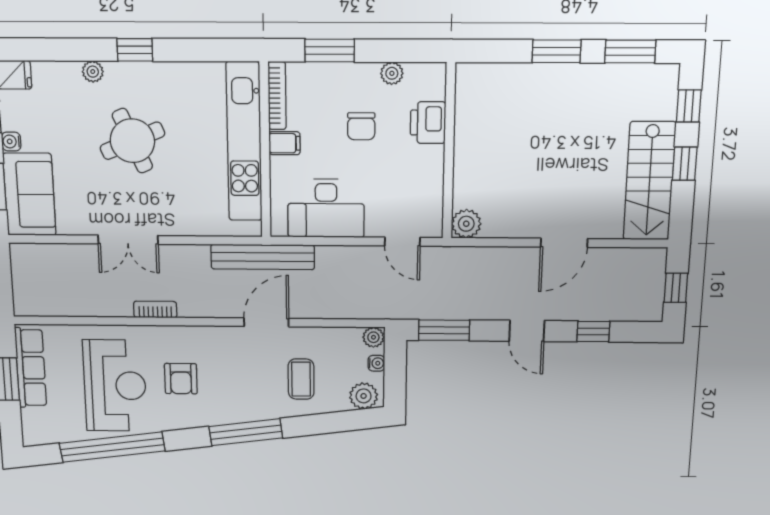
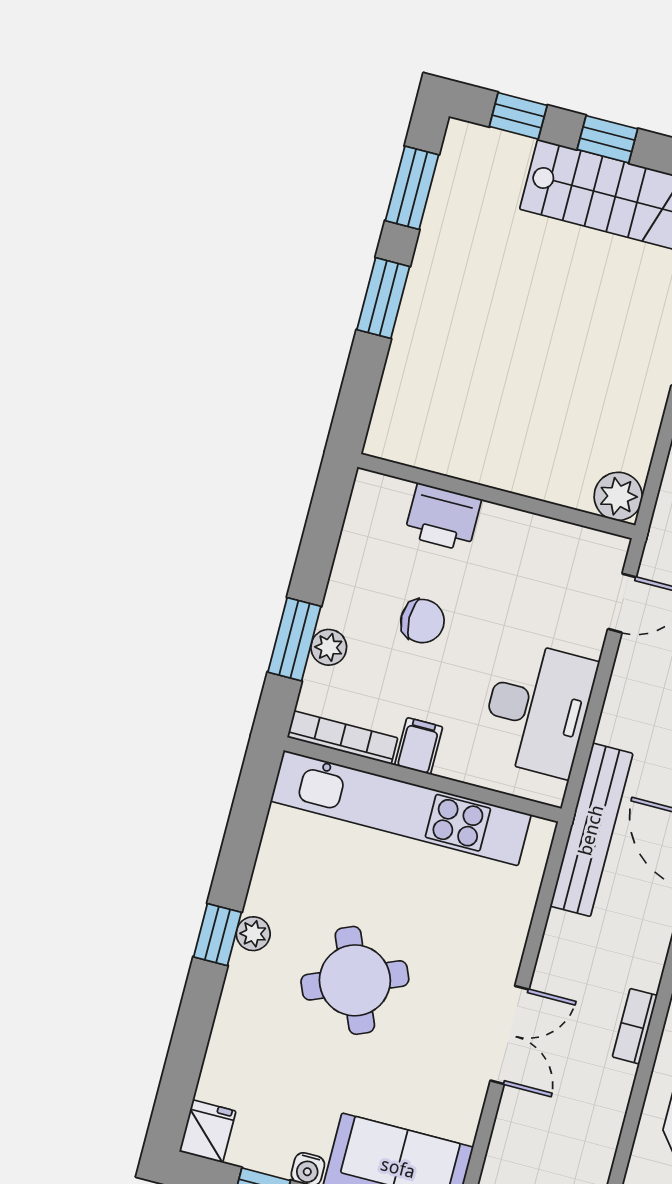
plant: (93, 72) -> (253, 934), moved
plant: (392, 73) -> (329, 647), moved

